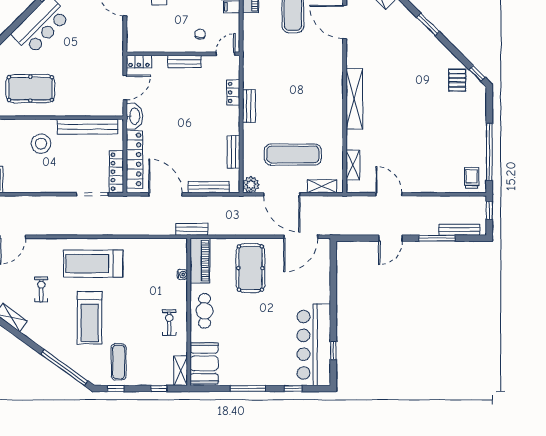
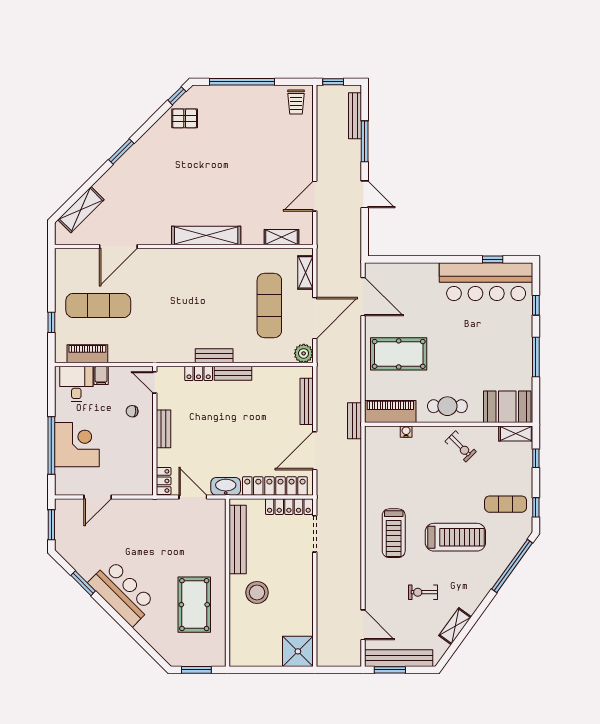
bench: (234, 152) -> (233, 373), moved
window: (489, 152) -> (242, 82), moved
trolley: (472, 178) -> (296, 102), turned -90
treadmill: (93, 264) -> (394, 533), width x0.73, depth x0.73
exercise bike: (169, 323) -> (461, 446), turned -135

